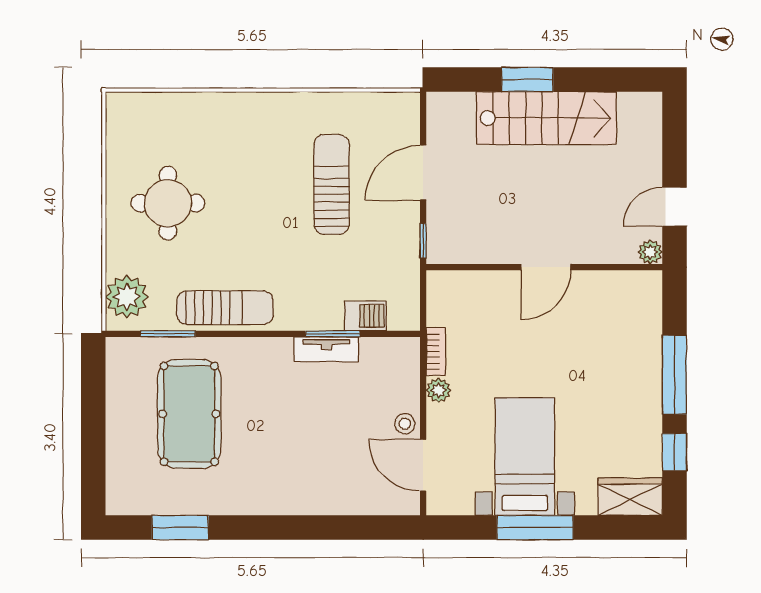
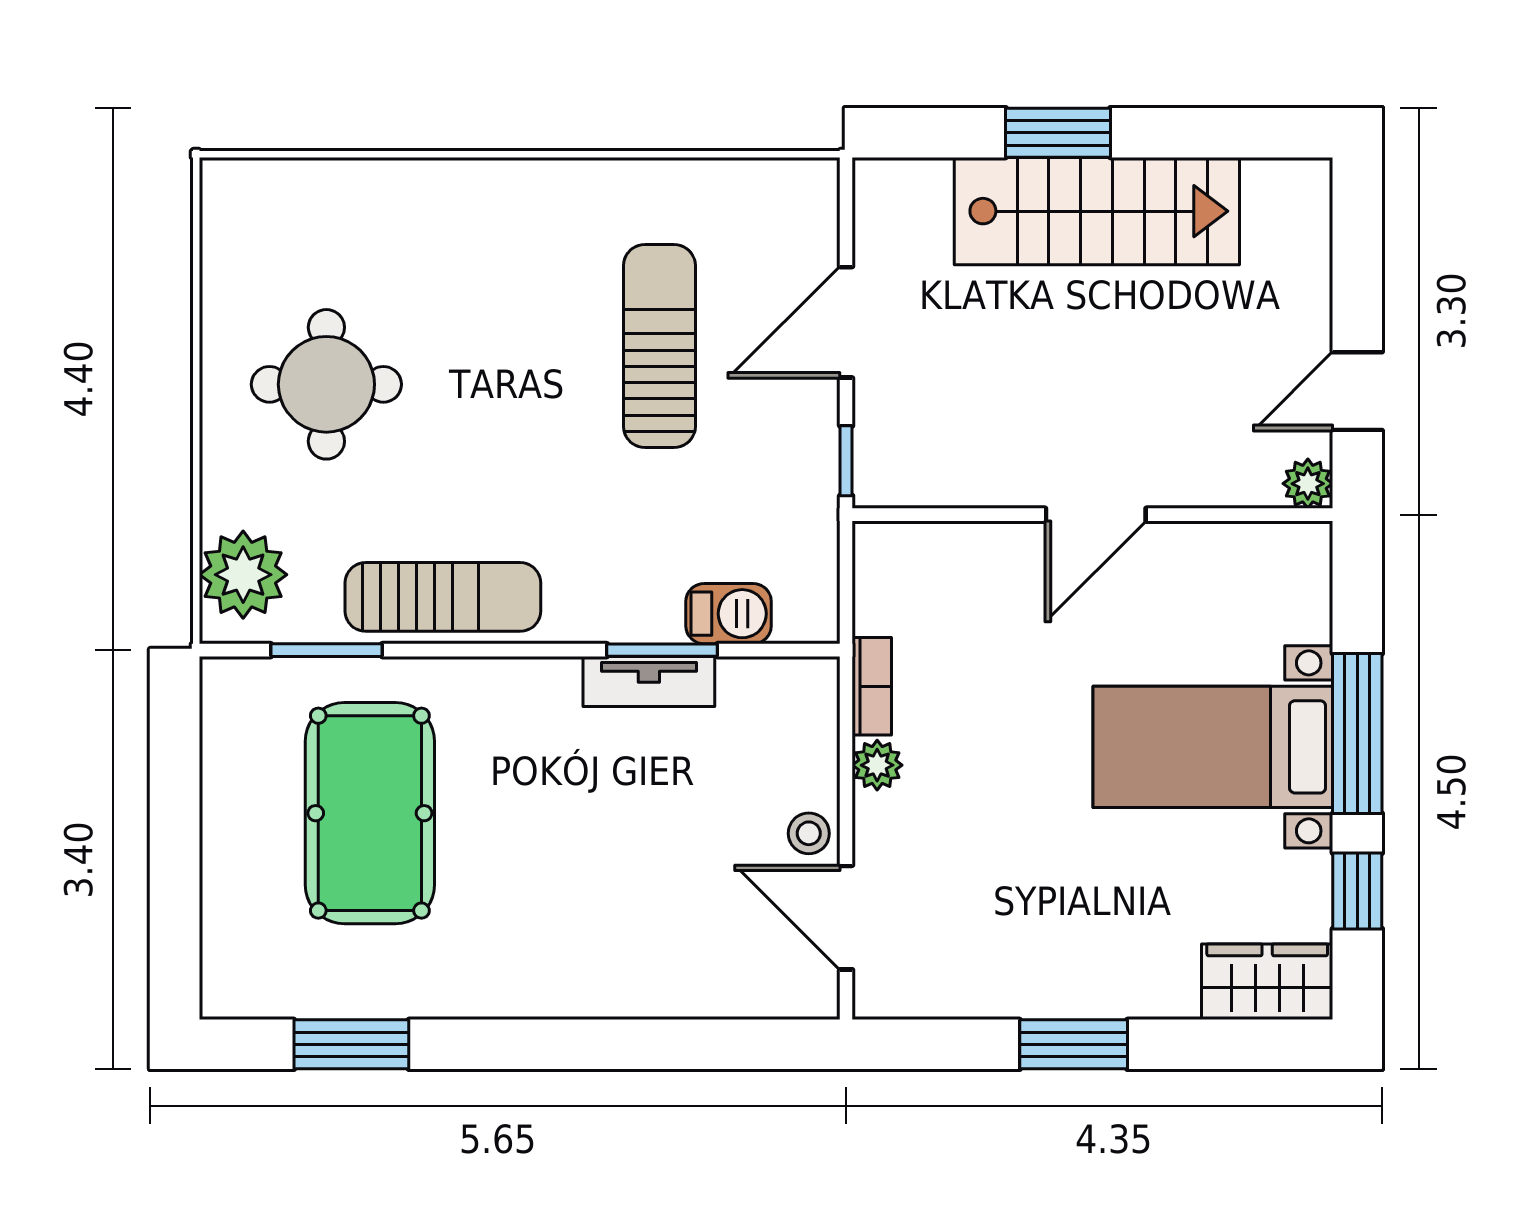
bed with nightstands: (525, 457) -> (1213, 747), moved, turned -90
window: (535, 528) -> (1074, 1044), width x0.69

